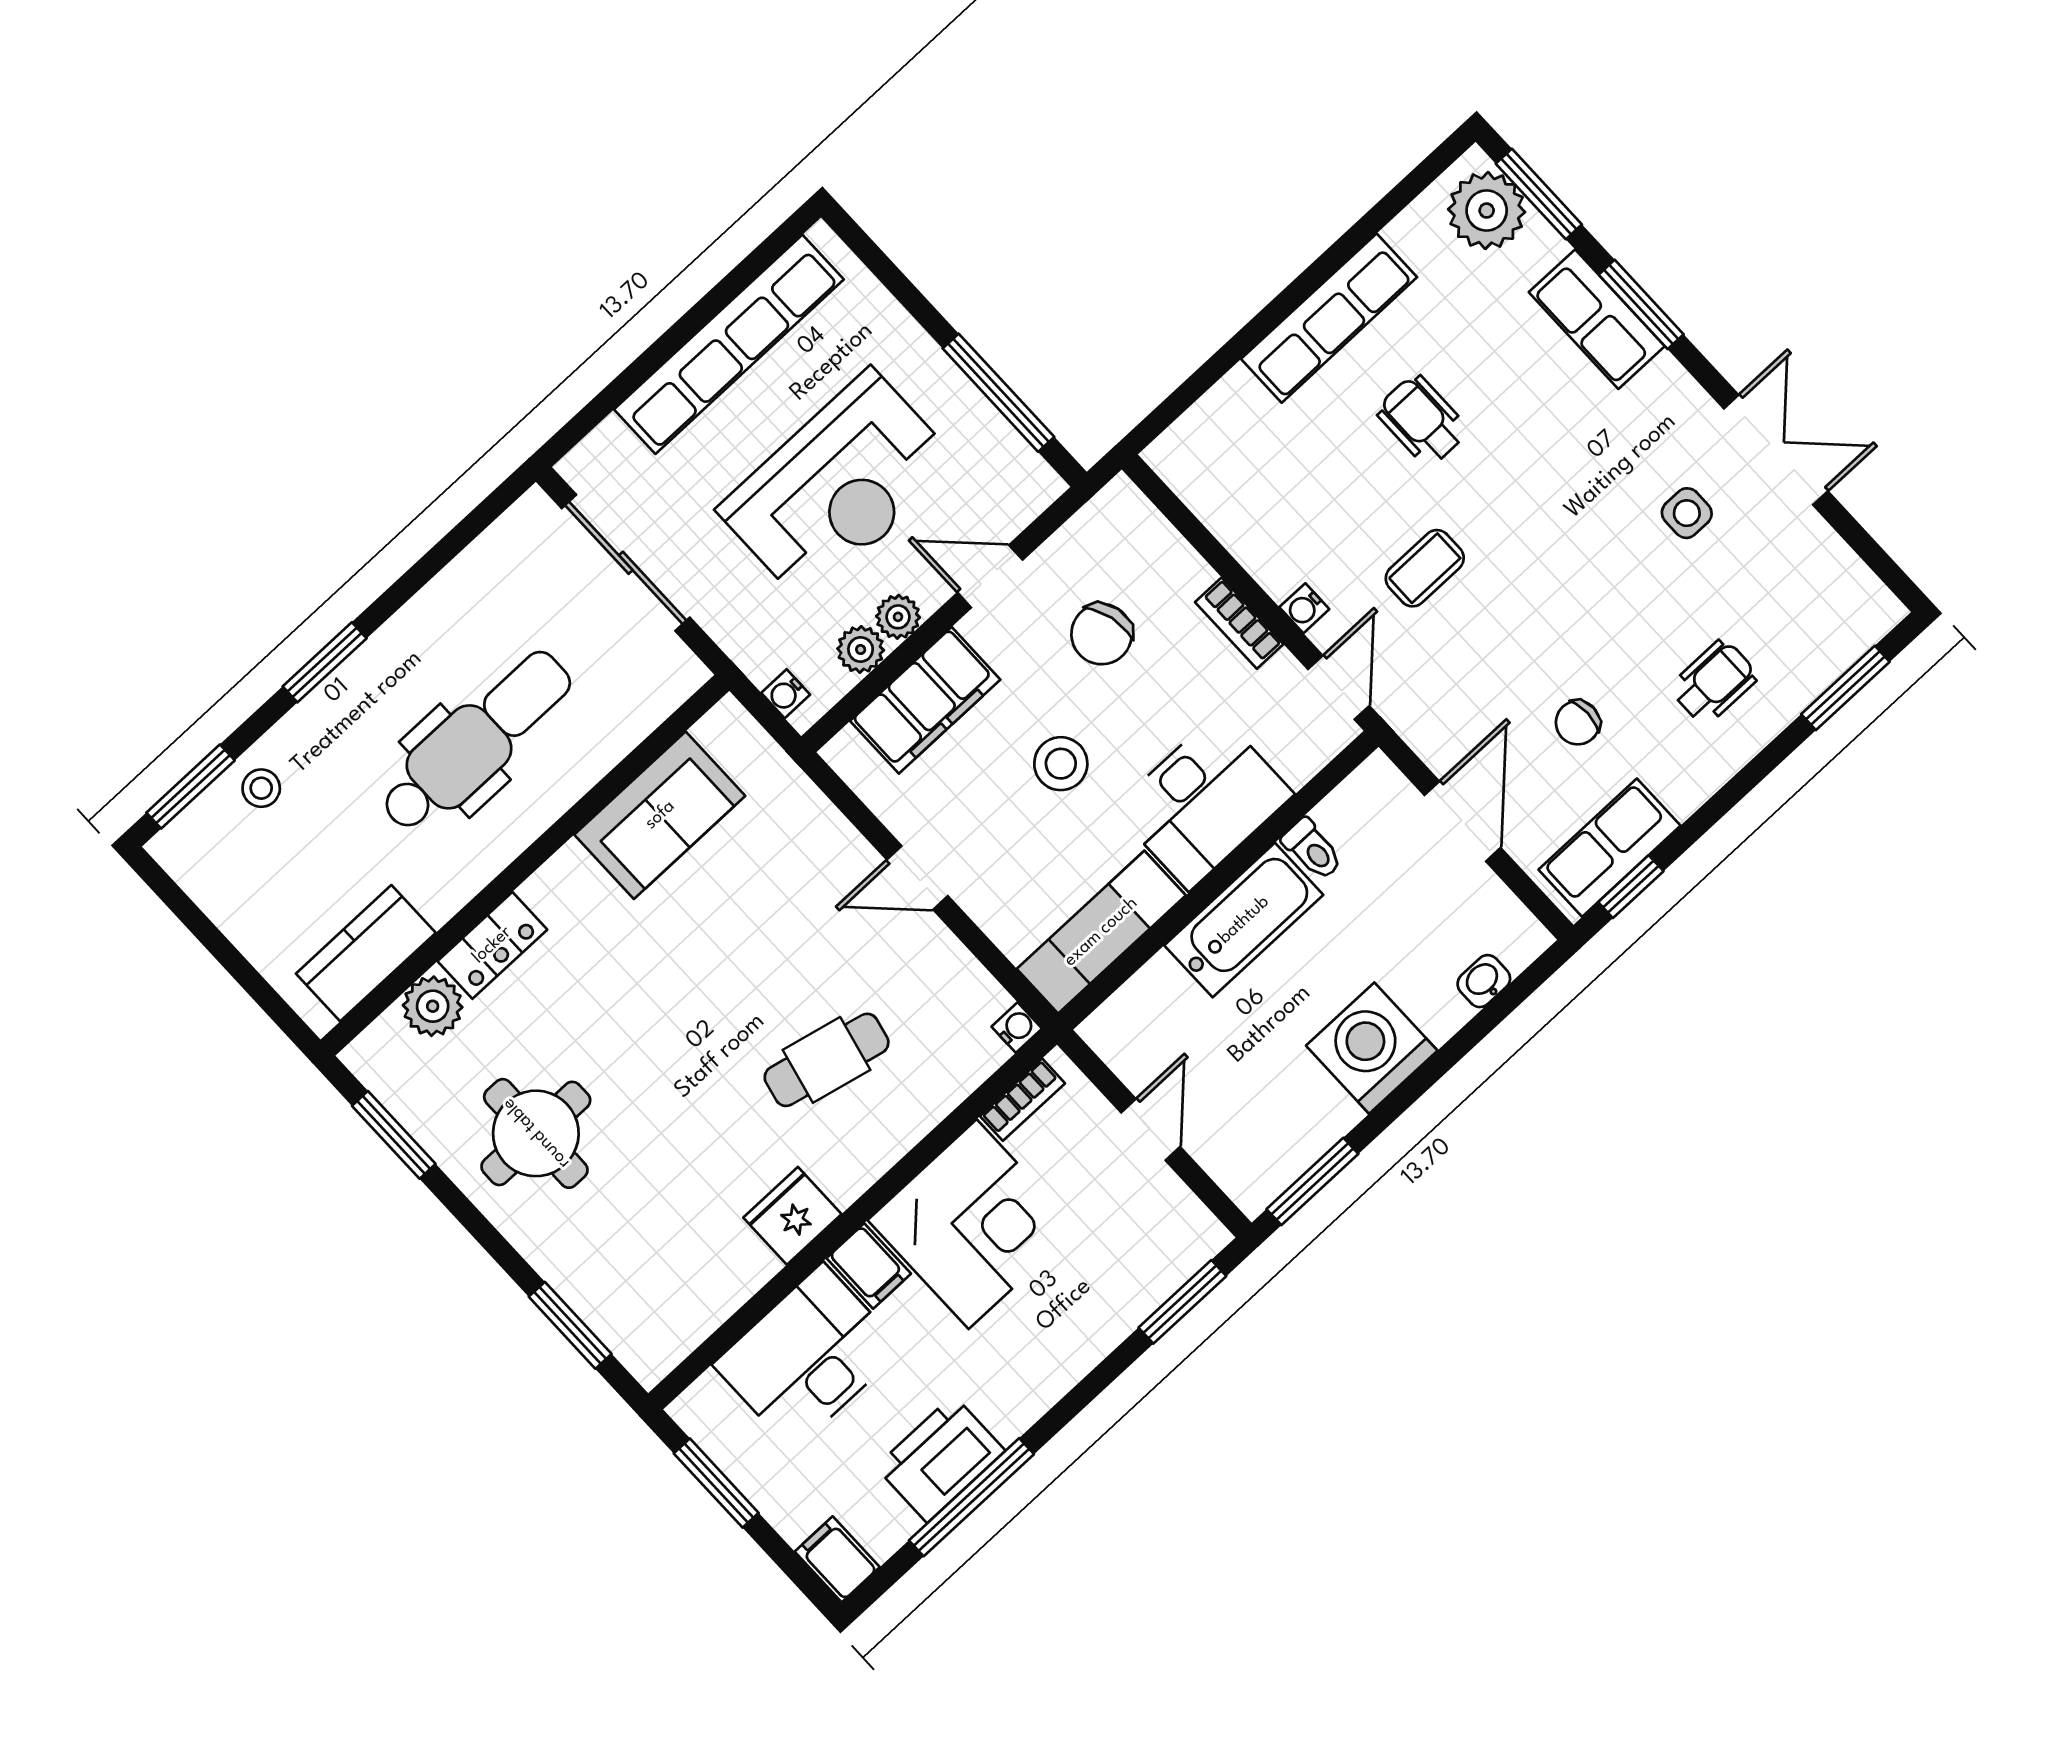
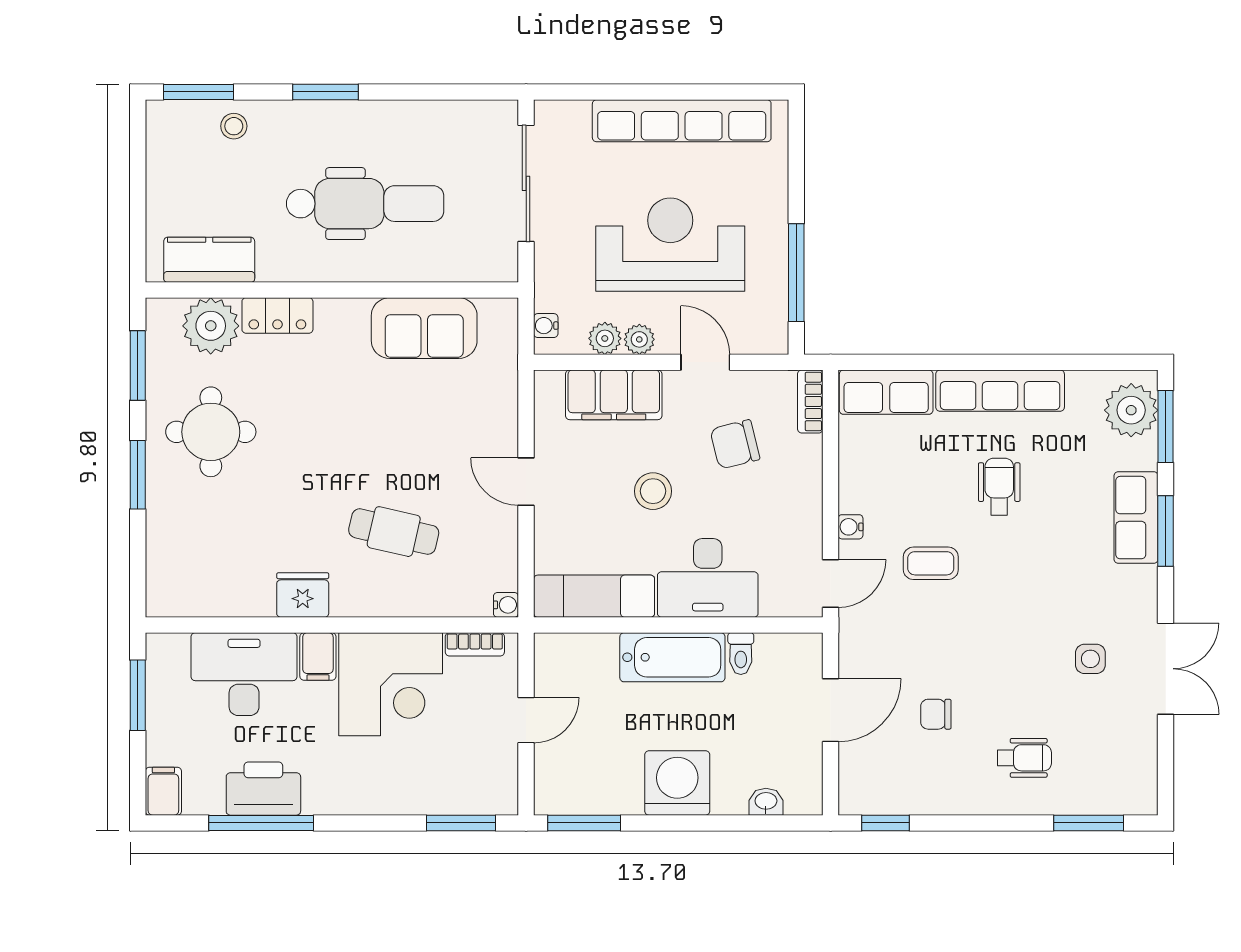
reception desk: (838, 486) -> (670, 245), turned 180
bookcase: (1239, 623) -> (810, 401), moved
row of seats: (1609, 848) -> (886, 392), moved, turned 180
plant: (433, 1006) -> (211, 326), width x1.36, depth x1.36
window: (570, 1325) -> (138, 475), moved

